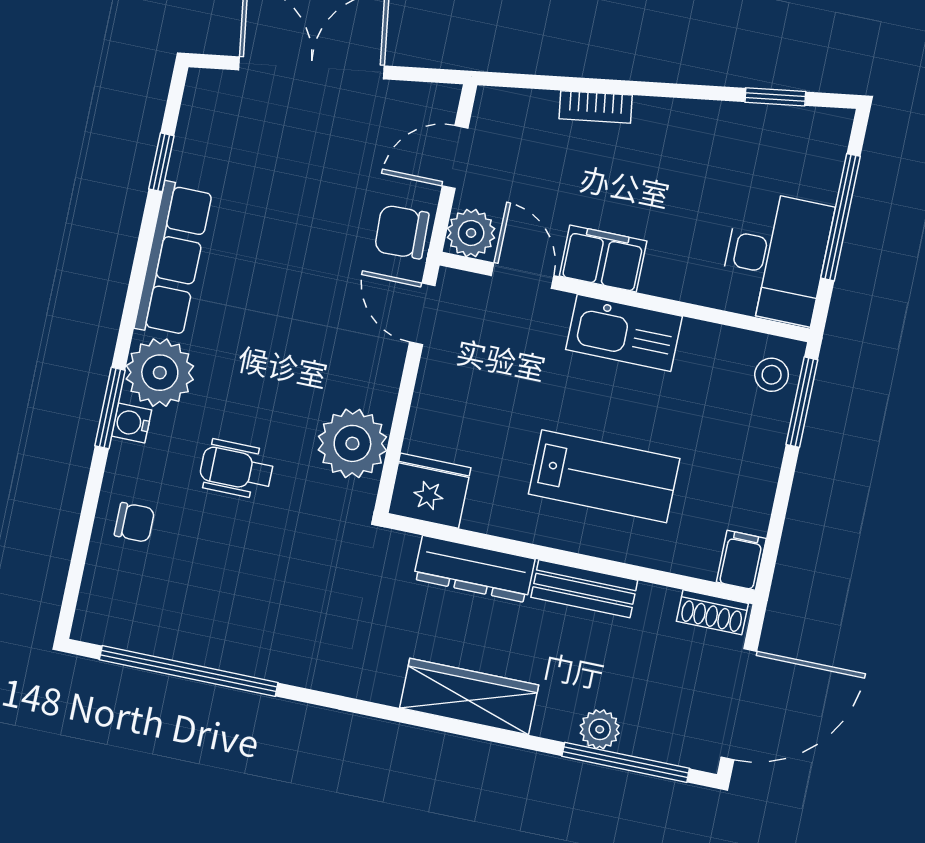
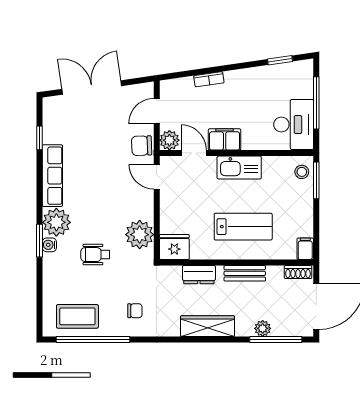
chair: (134, 522) -> (135, 311), moved
dresser: (474, 569) -> (199, 275), width x0.70
coffee table: (163, 608) -> (77, 316), added

